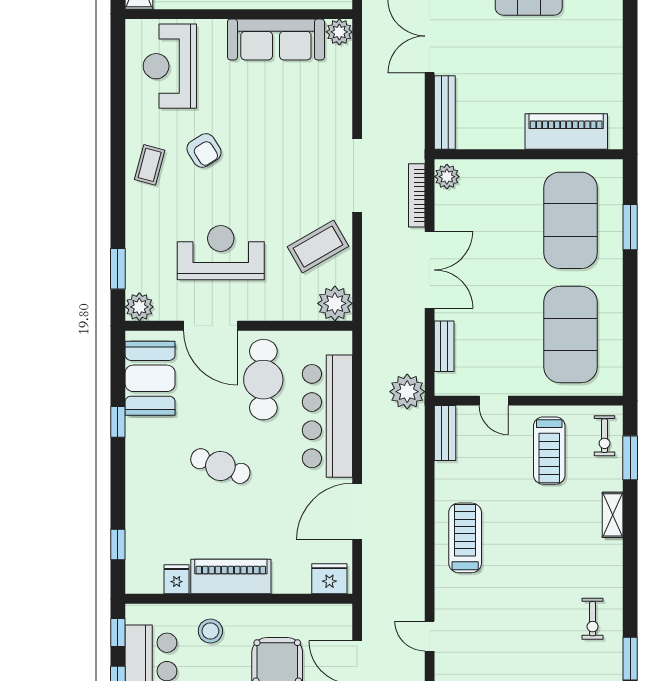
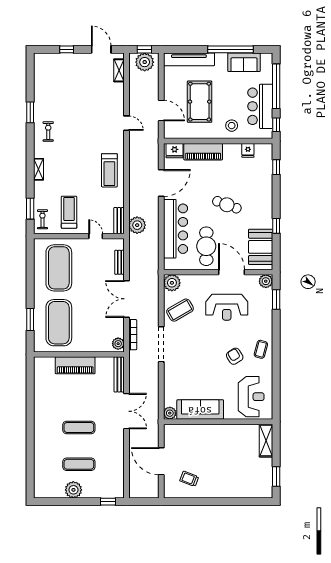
piano: (566, 132) -> (75, 365), moved
plant: (407, 392) -> (137, 225), moved
shelving: (613, 515) -> (39, 169), moved
piano: (231, 577) -> (203, 152), moved

